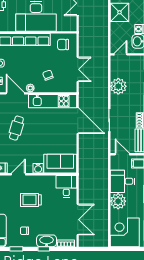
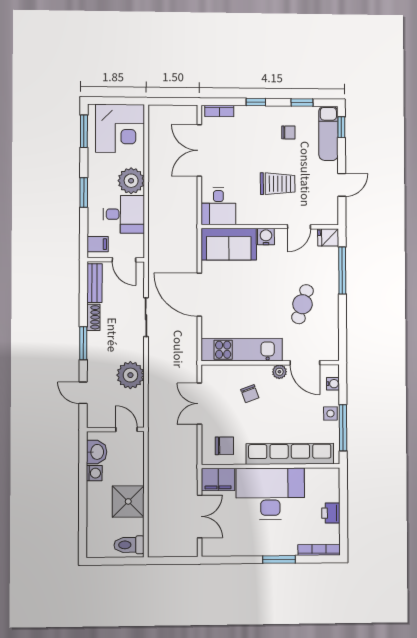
filing cabinet: (67, 25) -> (218, 480), added
door: (121, 54) -> (127, 429), swing flipped
door: (78, 121) -> (199, 295), moved
washbasin: (47, 241) -> (252, 115), removed

